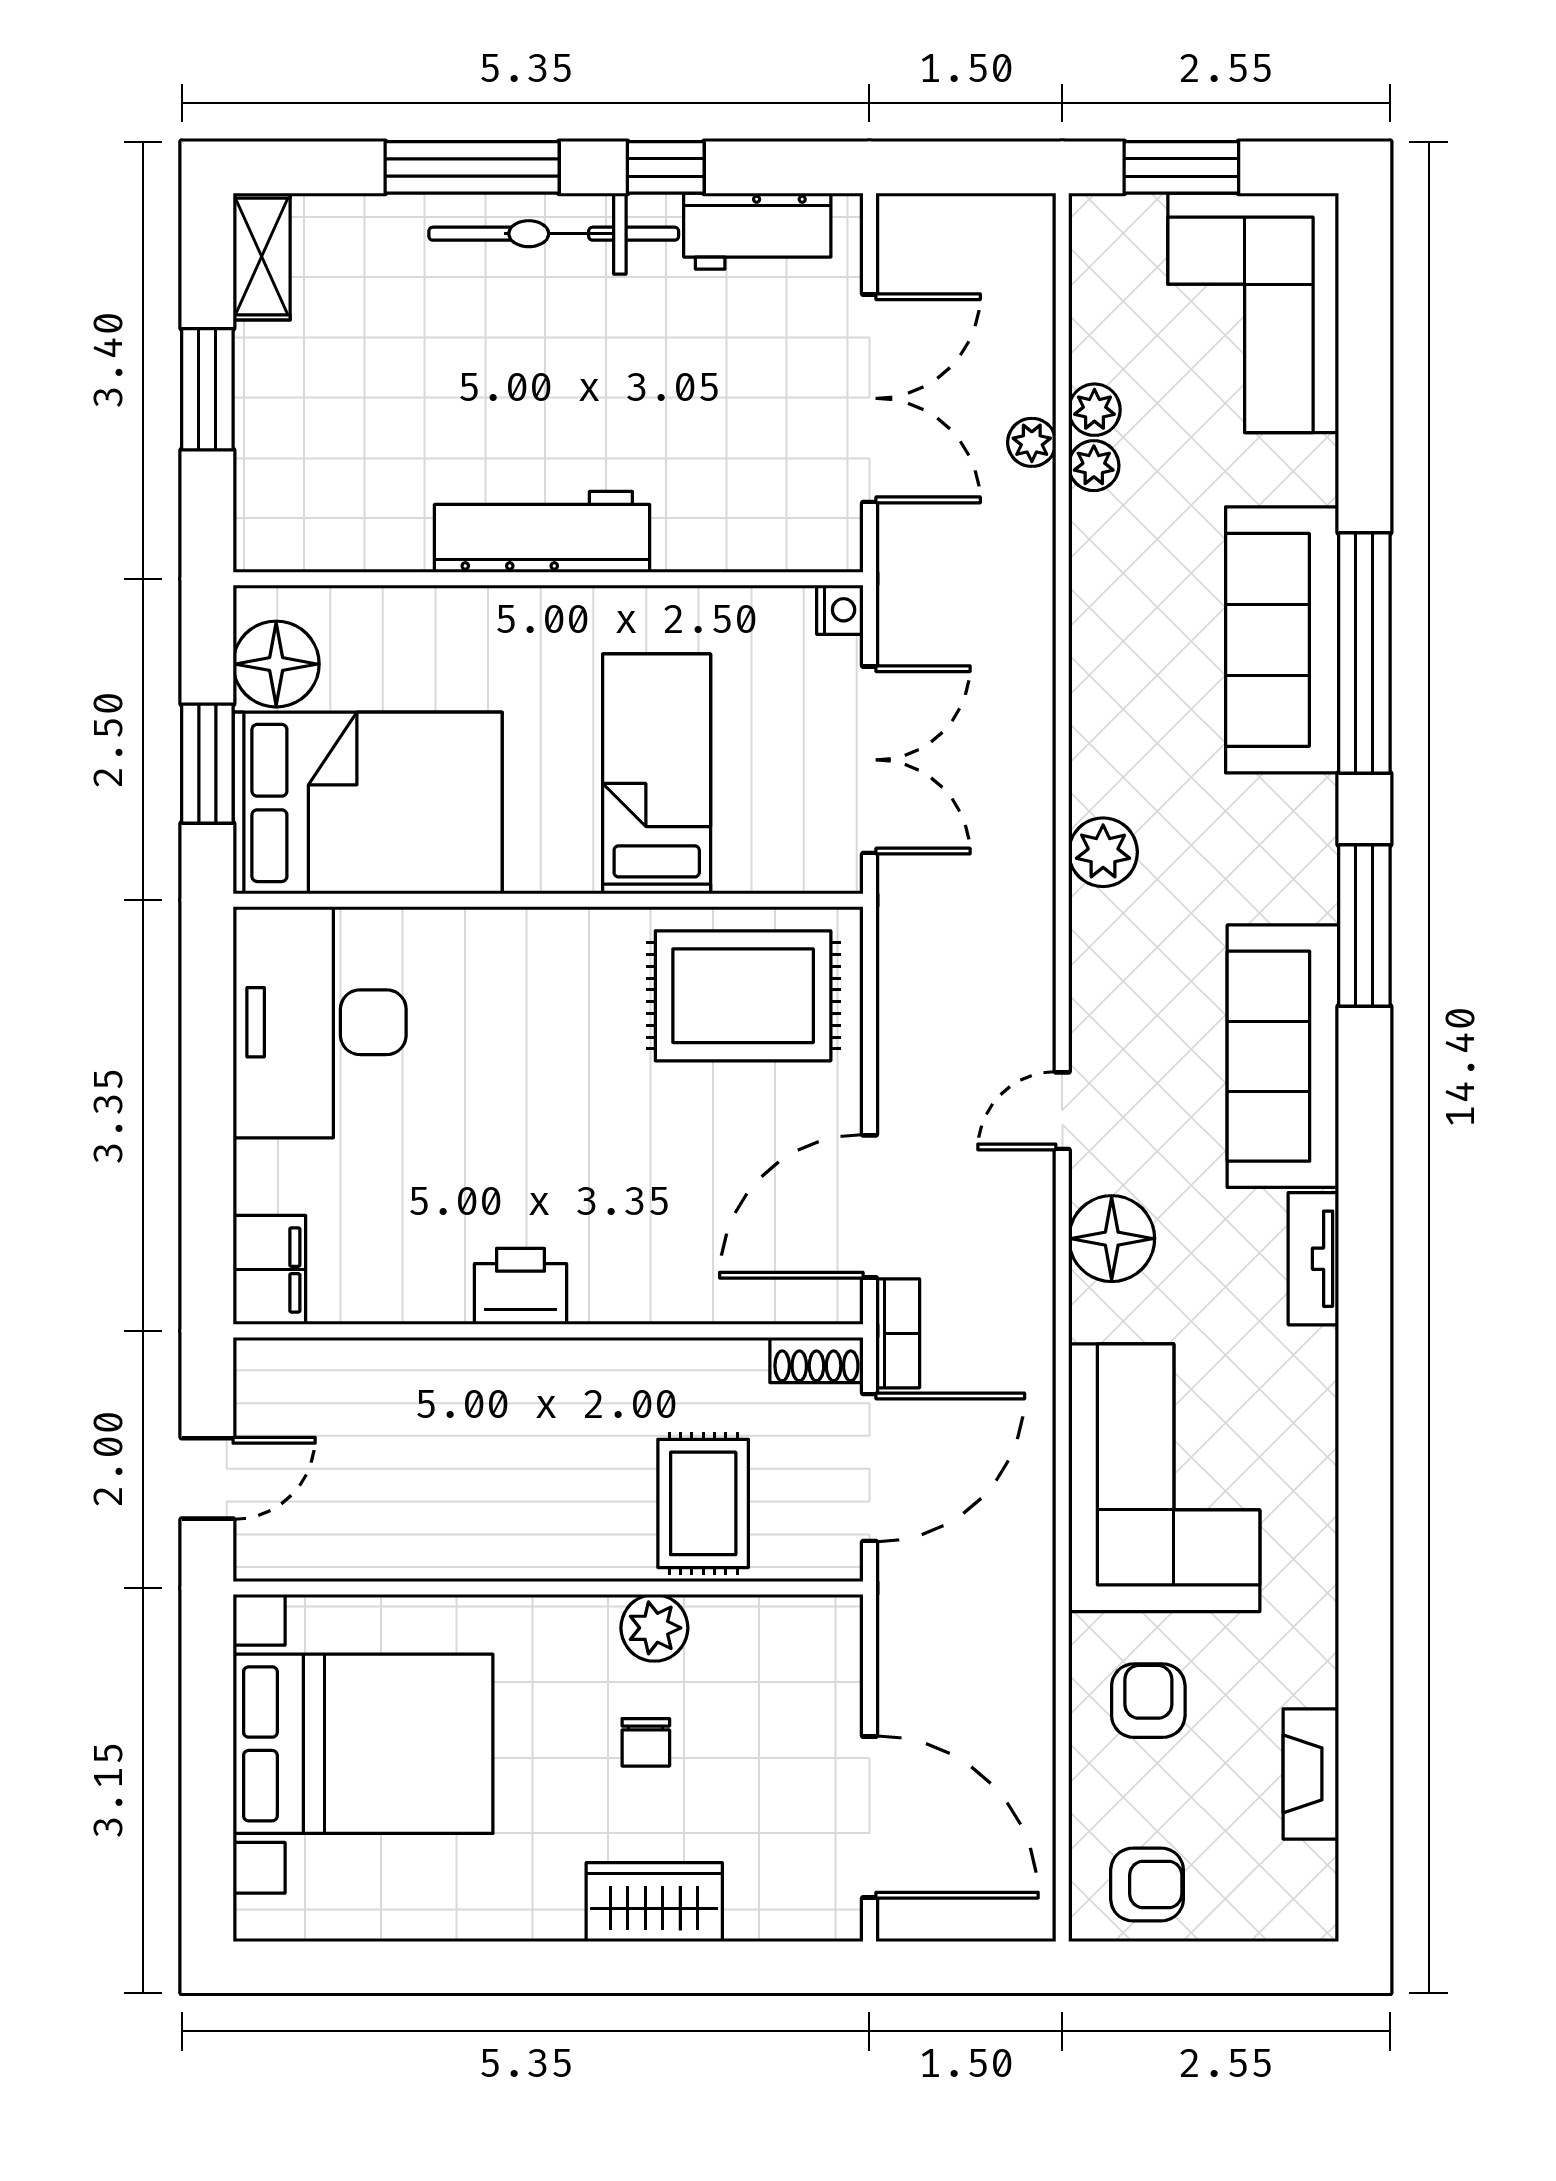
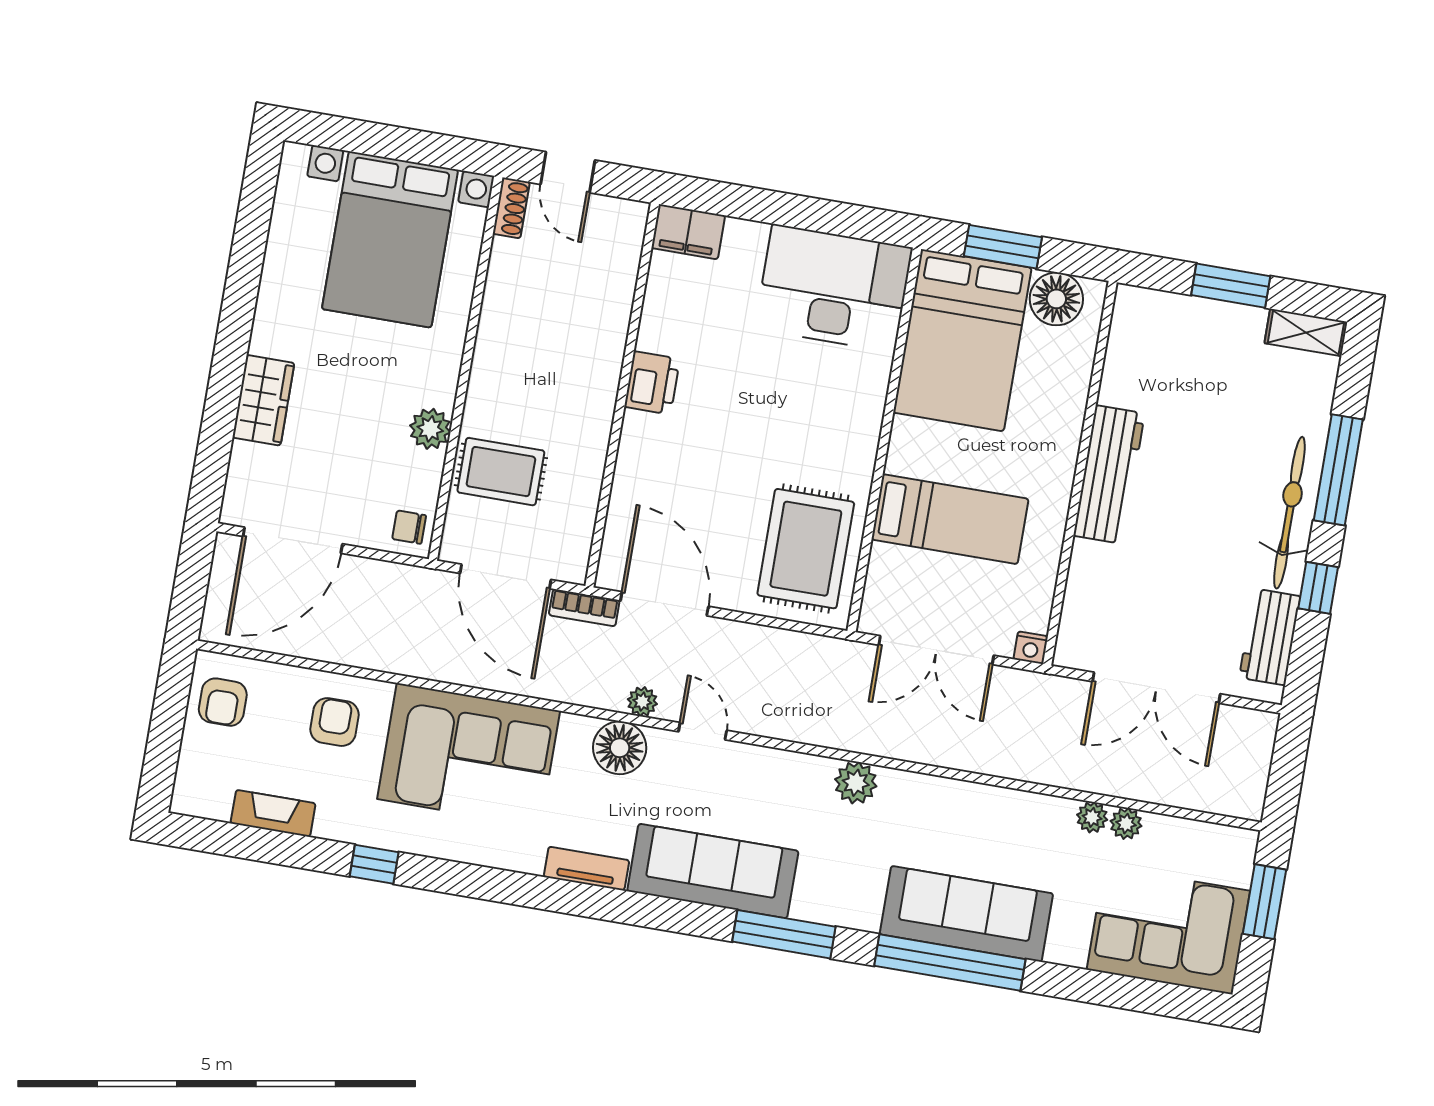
plant: (1032, 442) -> (642, 702), moved
shoe rack: (816, 1360) -> (511, 208), moved, turned 180
window: (1364, 1599) -> (374, 864), added
armchair: (1148, 1701) -> (335, 722), turned -90
chair: (646, 1742) -> (409, 527), moved

